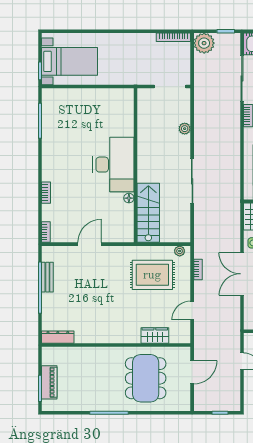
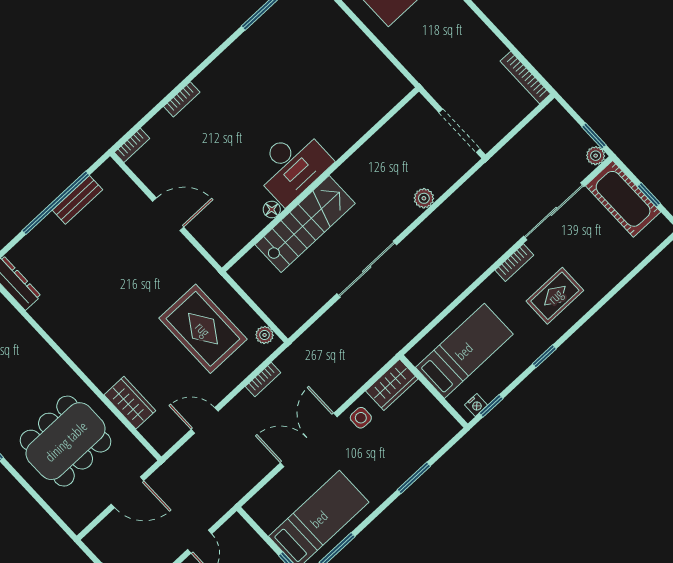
plant: (204, 43) -> (596, 156), moved, width x0.53, depth x0.53
desk: (113, 165) -> (292, 165), width x0.73, depth x0.77
stairs: (148, 213) -> (305, 224), moved

